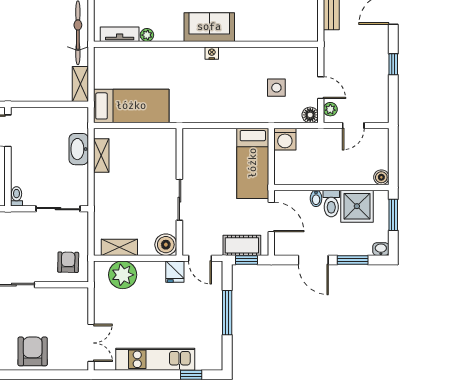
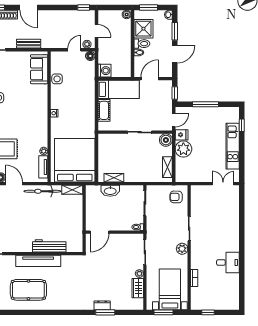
sofa: (209, 27) -> (39, 69), moved
window: (393, 64) -> (84, 7), moved
side table: (276, 88) -> (57, 79), moved
bed: (131, 106) -> (75, 160), width x2.04
cot: (242, 245) -> (104, 110), moved
plant: (123, 275) -> (183, 149), moved
armchair: (33, 351) -> (228, 218), removed

